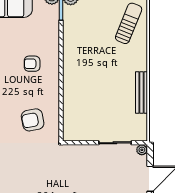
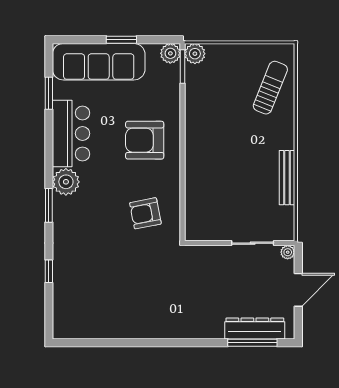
armchair: (32, 64) -> (145, 140), width x1.88, depth x1.88

